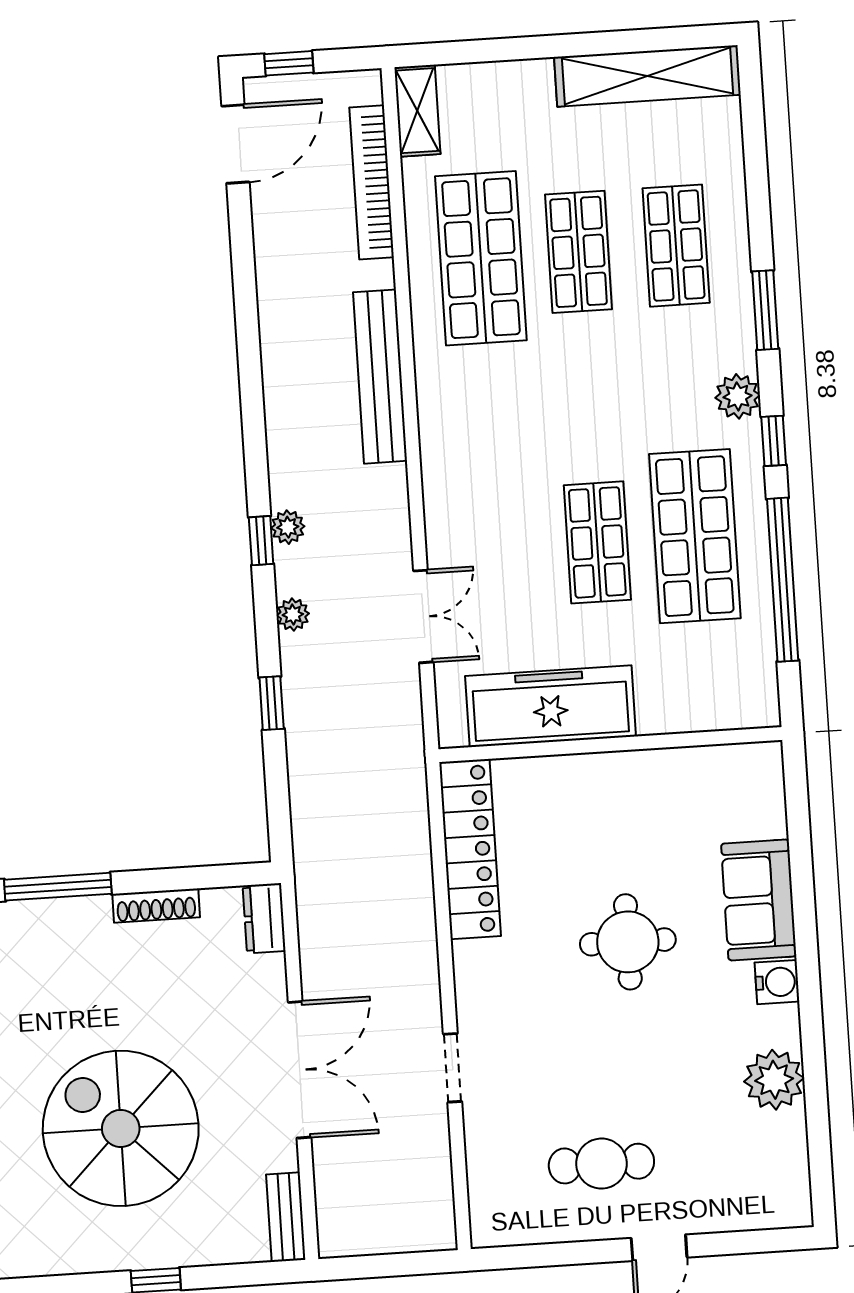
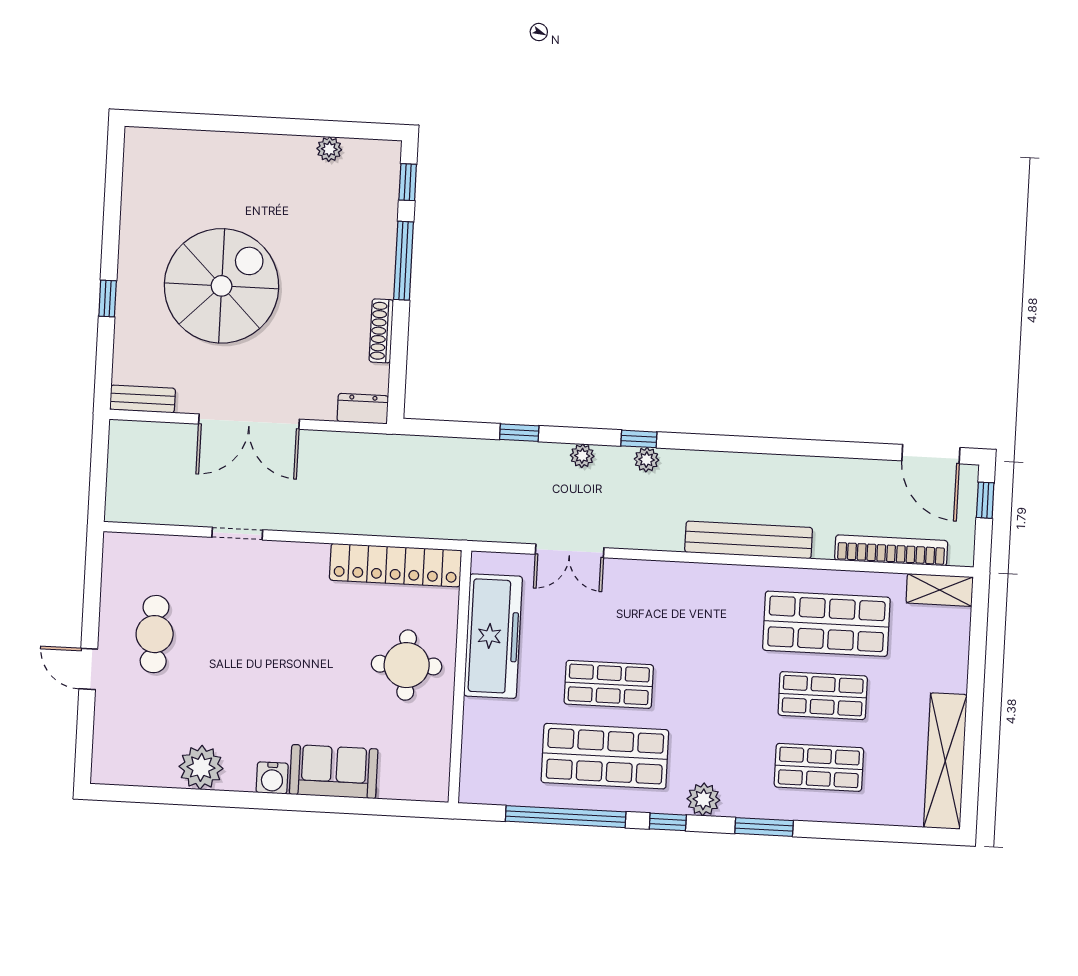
round table: (628, 942) -> (407, 665), moved

